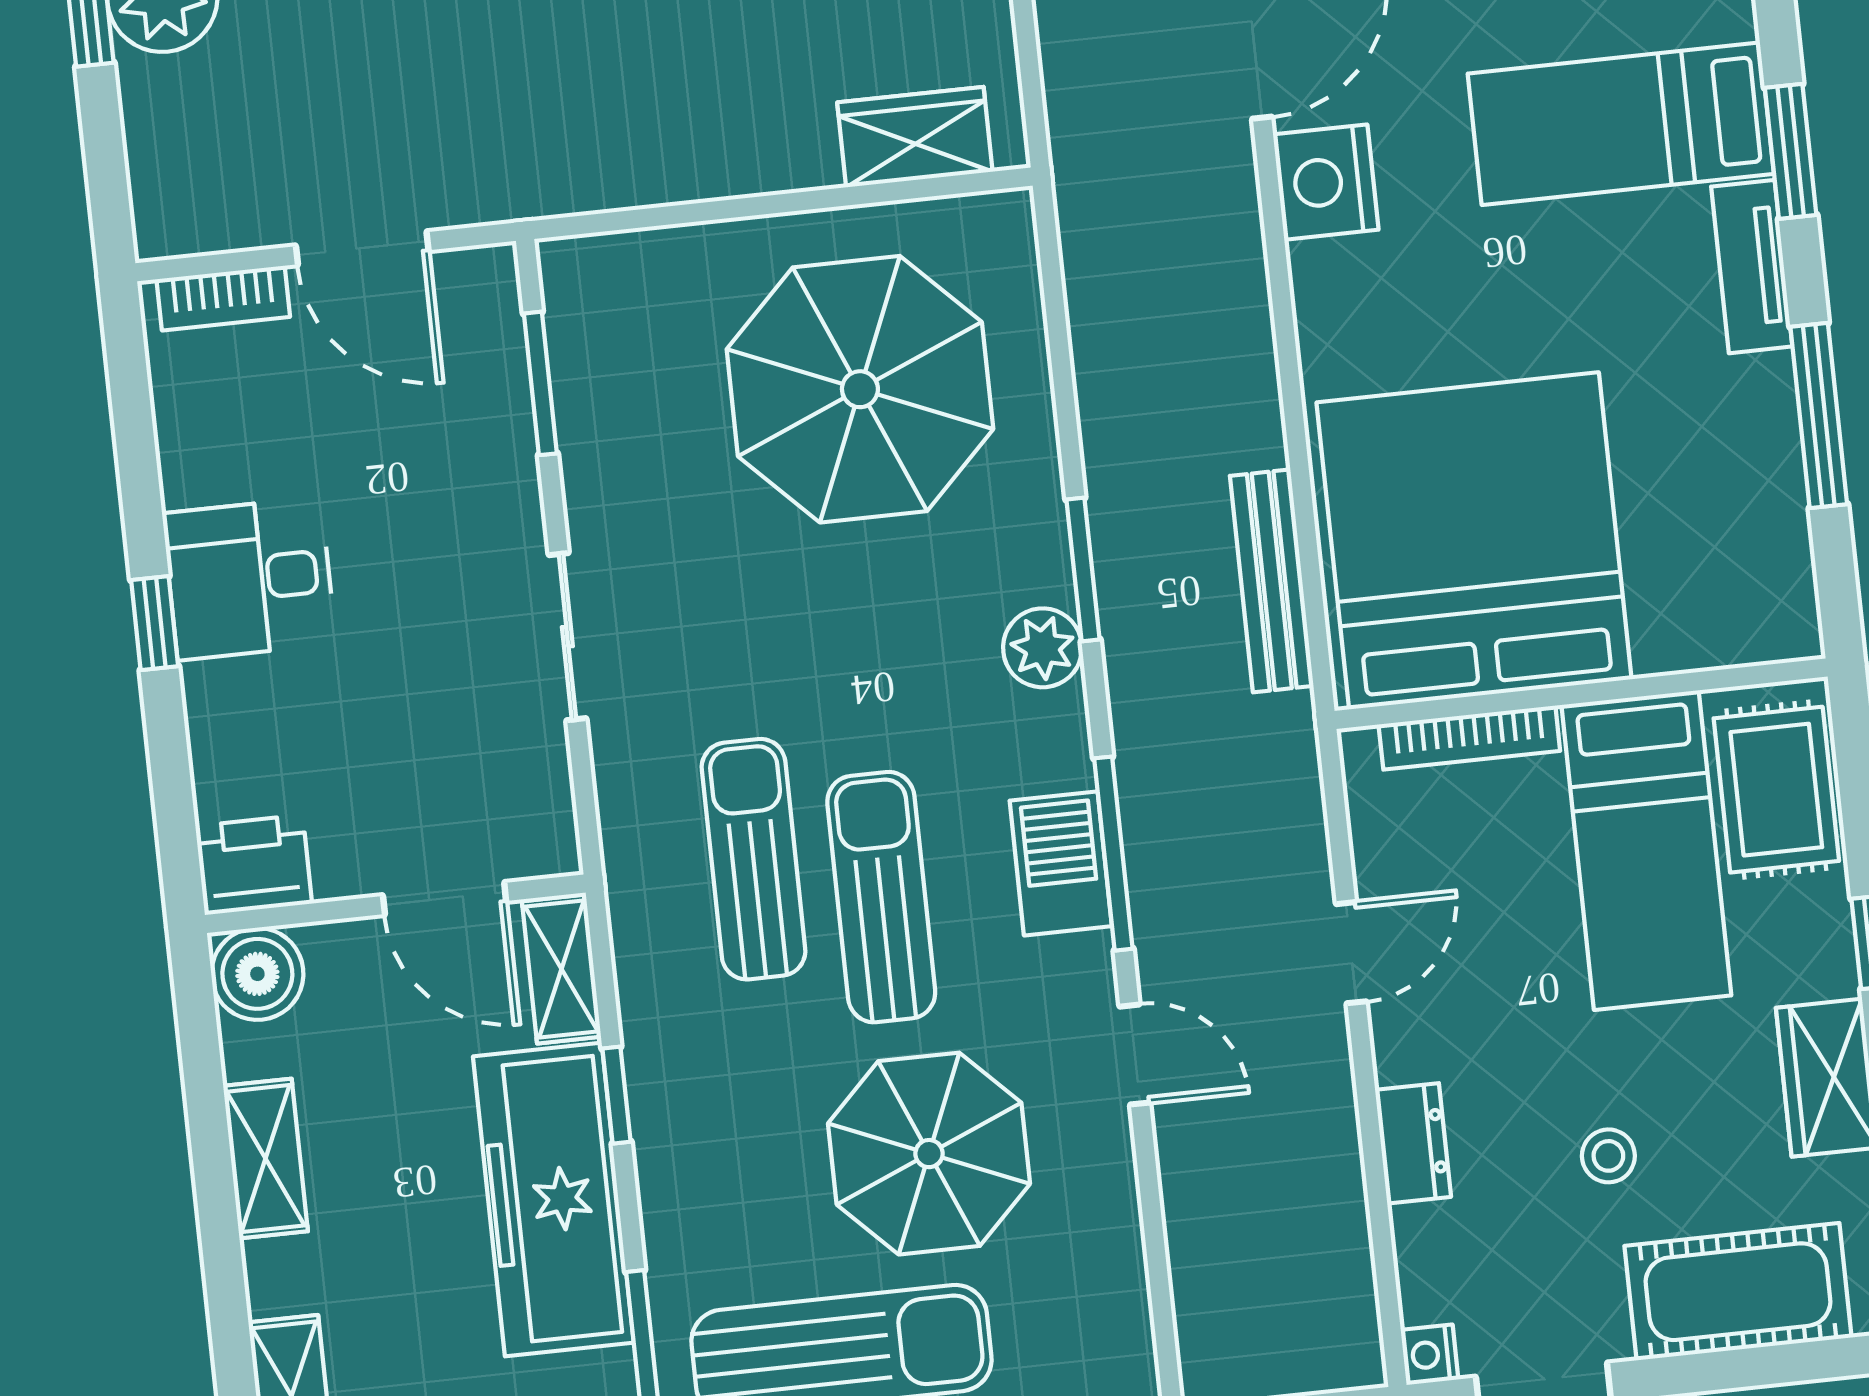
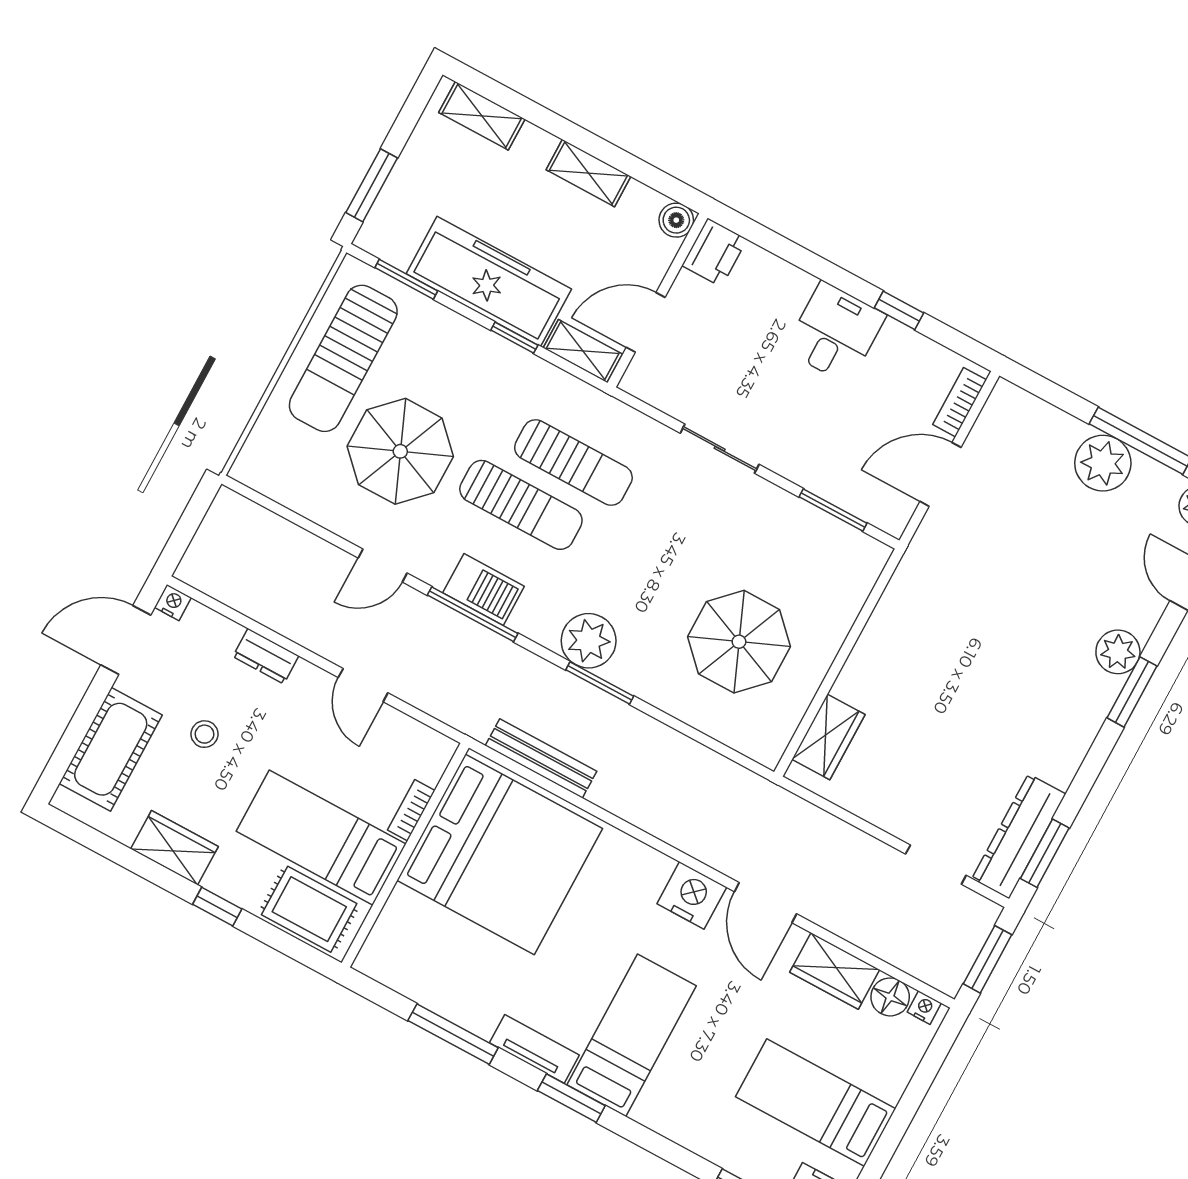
parasol: (860, 389) -> (739, 642), width x0.73, depth x0.73
window: (155, 623) -> (899, 310), moved
plant: (1043, 648) -> (589, 641), width x1.36, depth x1.36
bookcase: (1469, 738) -> (411, 810), width x0.64
boiler: (257, 974) -> (676, 220), width x0.73, depth x0.73

